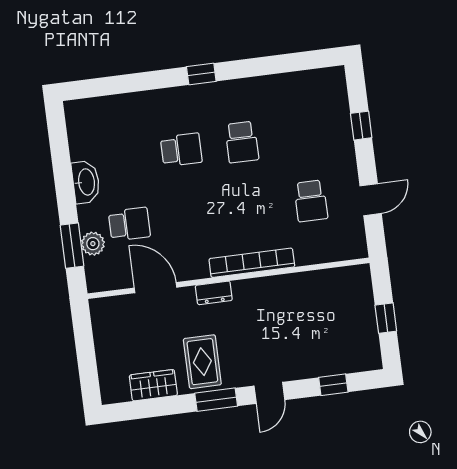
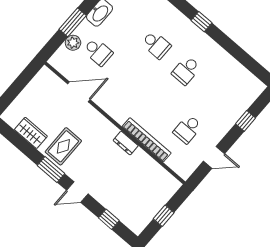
window: (72, 246) -> (73, 22), moved
bookcase: (252, 263) -> (147, 140), moved
door: (156, 288) -> (79, 92), hinge flipped
dresser: (214, 293) -> (126, 143), moved

